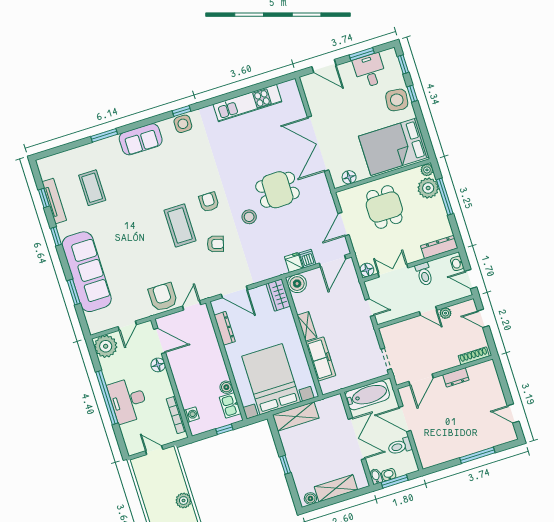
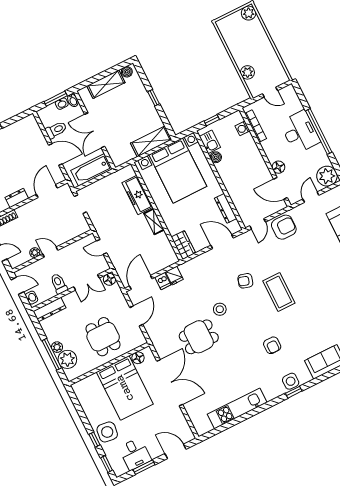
bed: (394, 147) -> (125, 388), moved, turned 90
plant: (427, 170) -> (57, 347), moved
armchair: (209, 202) -> (272, 345), moved
boiler: (297, 284) -> (169, 258), removed
armchair: (163, 297) -> (284, 227), turned -90
plant: (184, 501) -> (247, 72), moved

